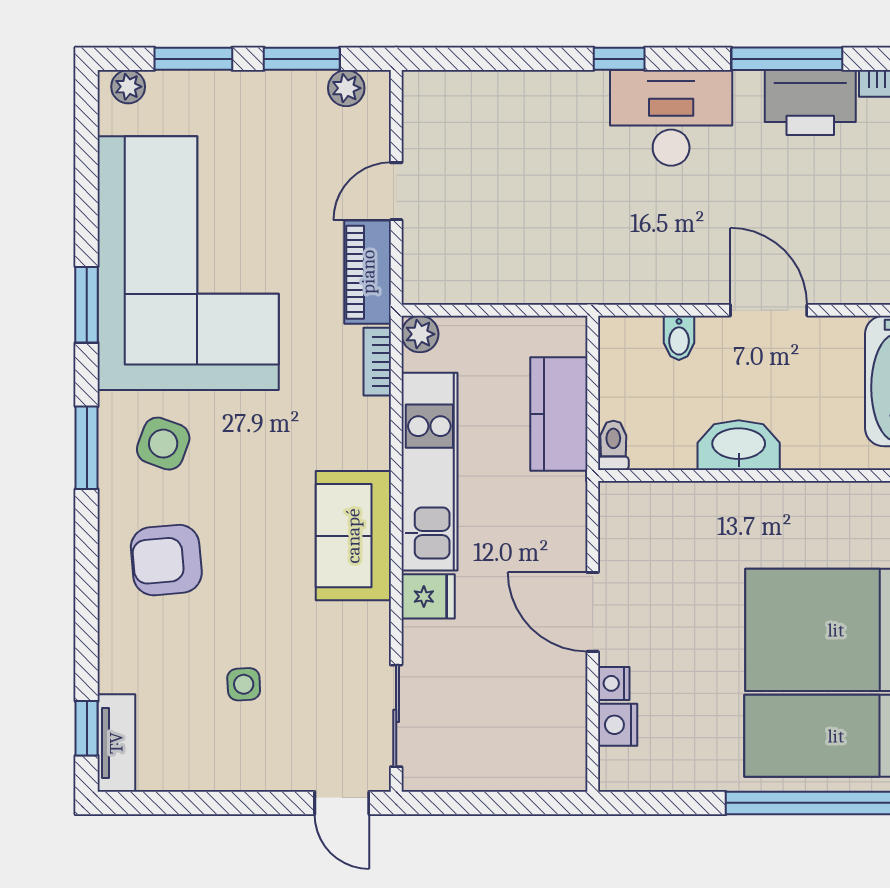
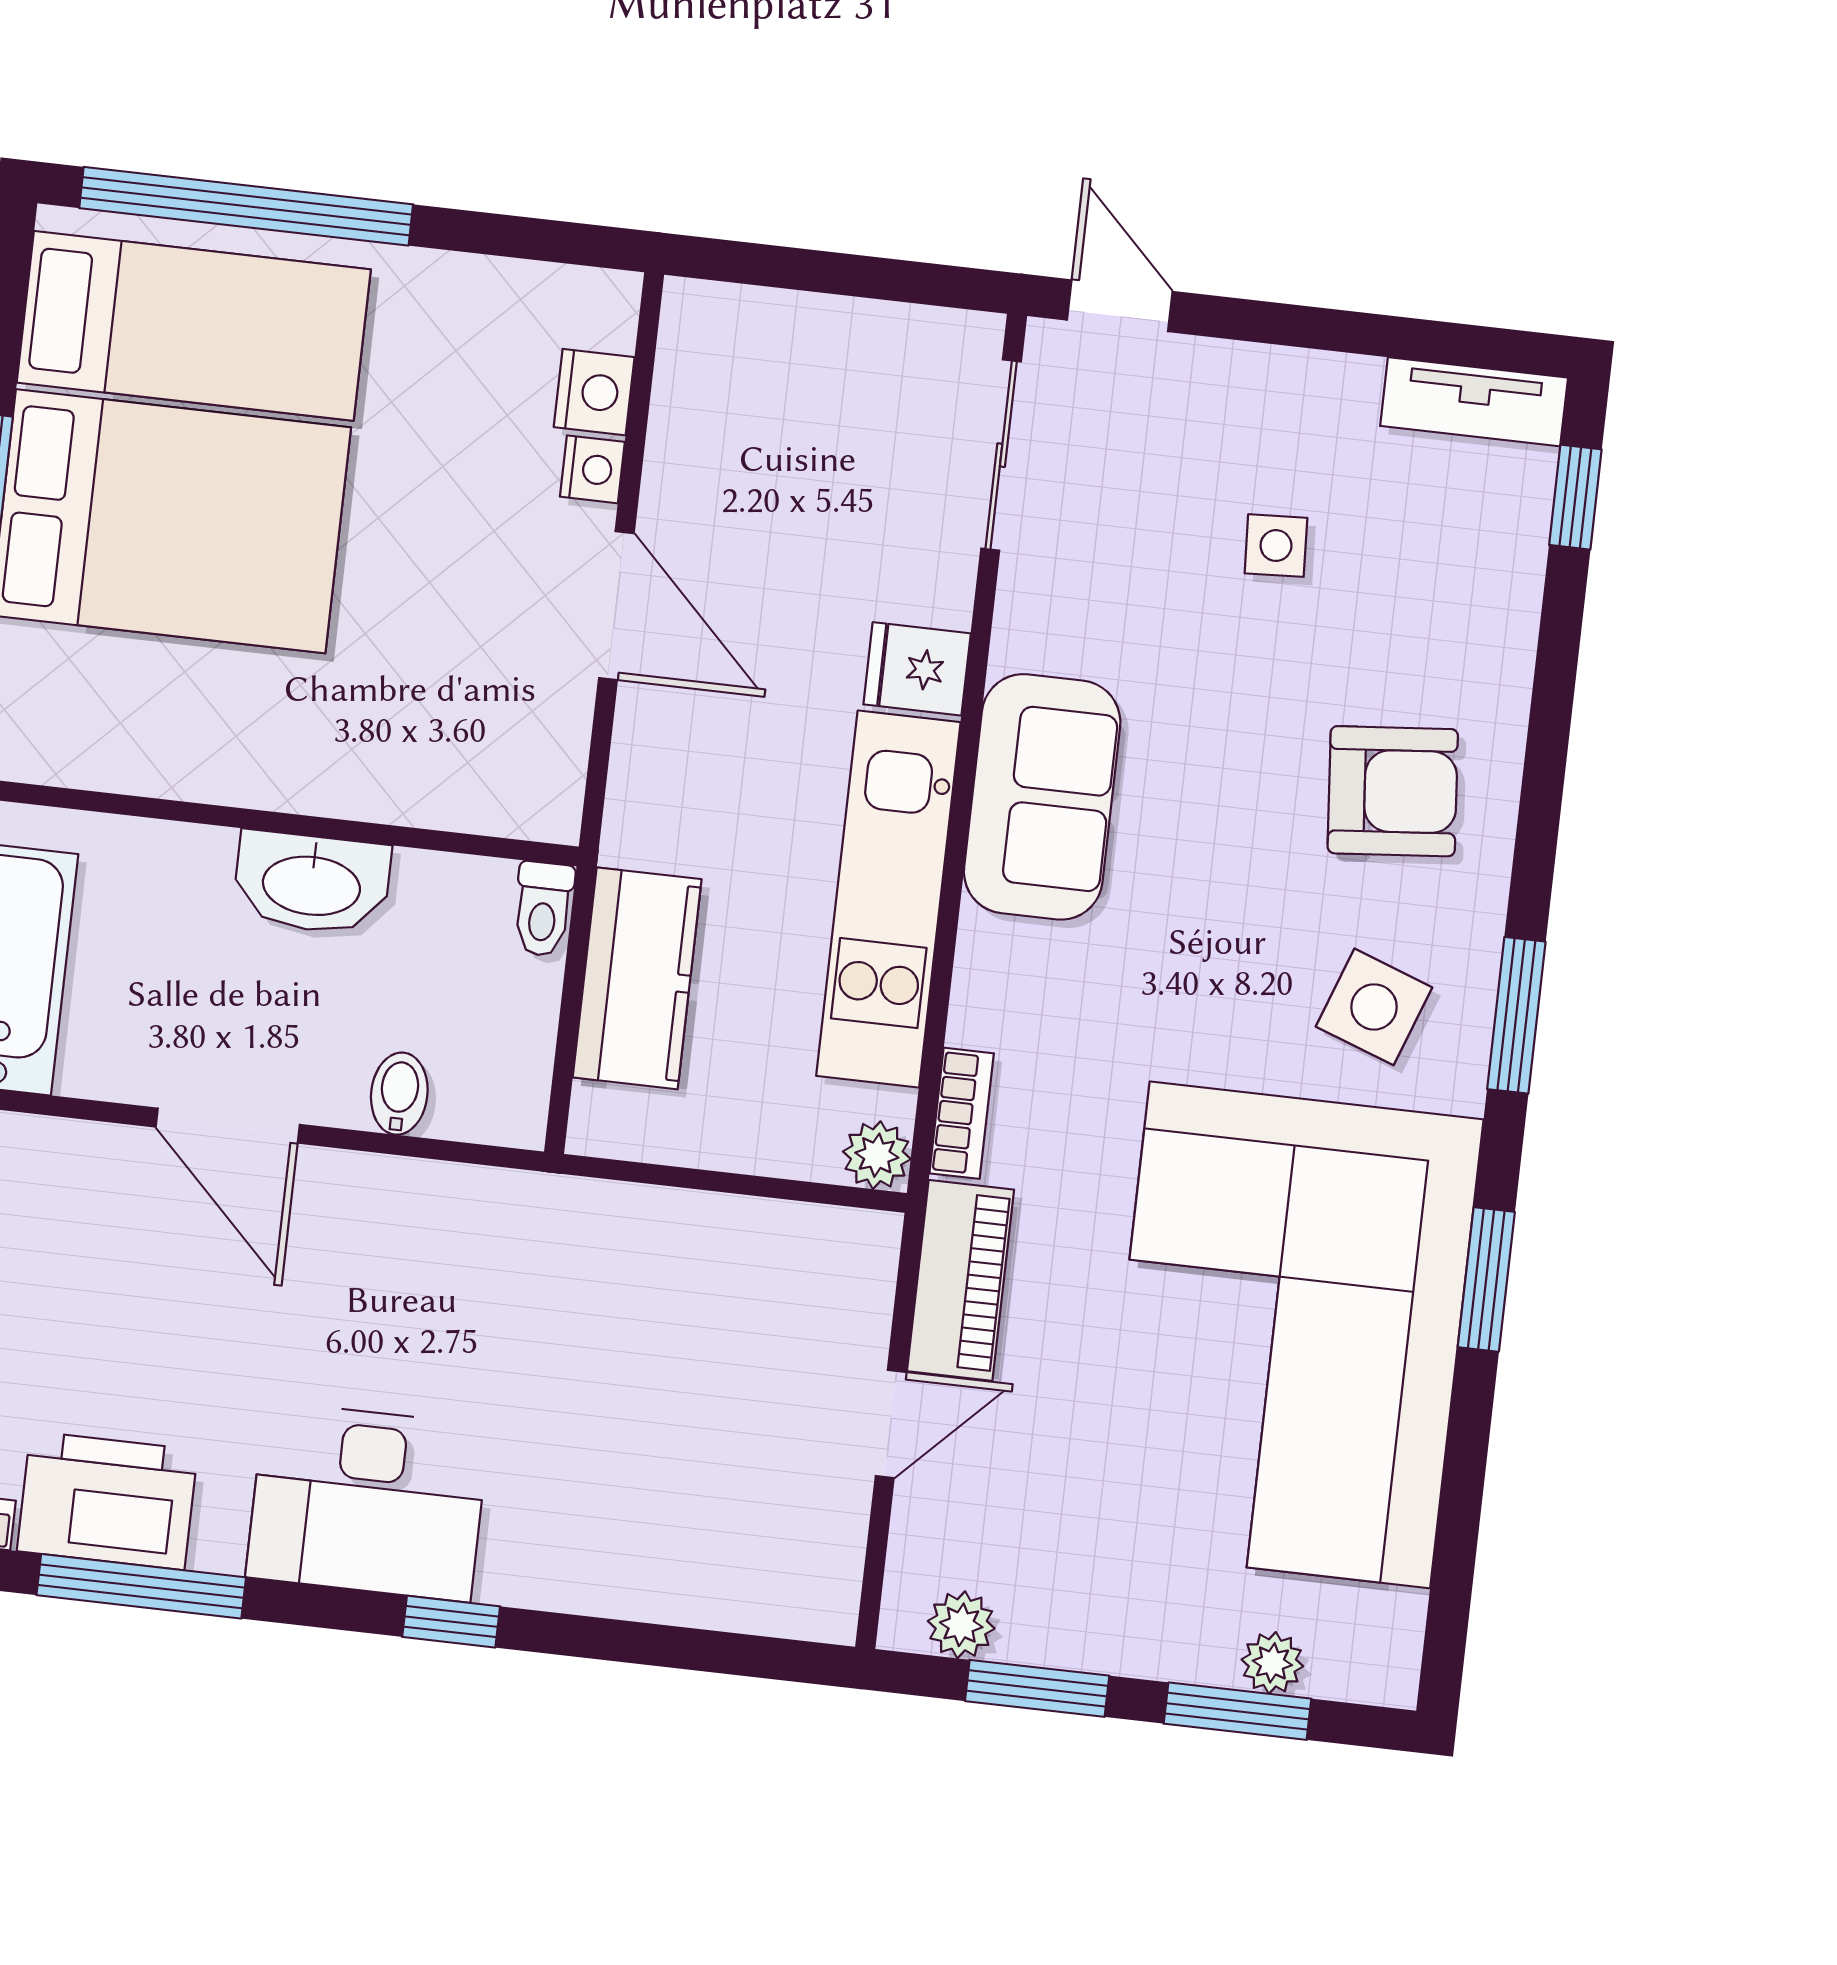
plant: (128, 87) -> (1272, 1663), moved
tv unit: (116, 743) -> (1474, 402), moved, turned -90

